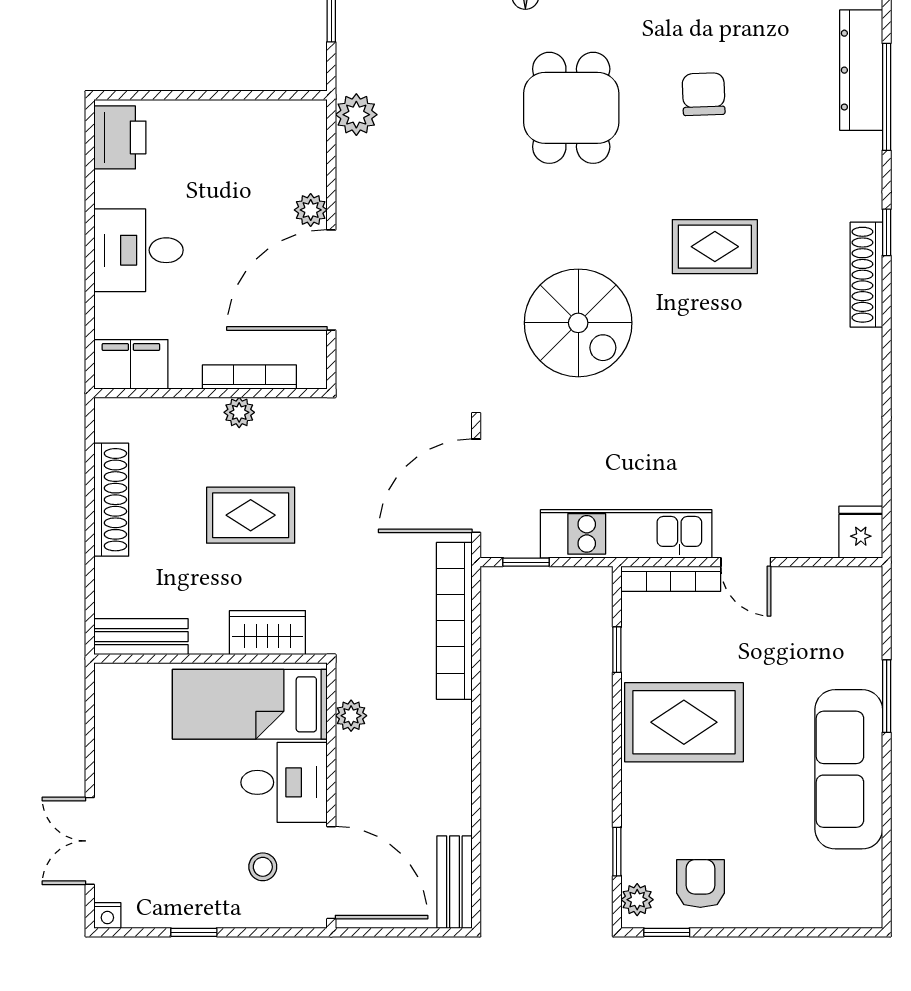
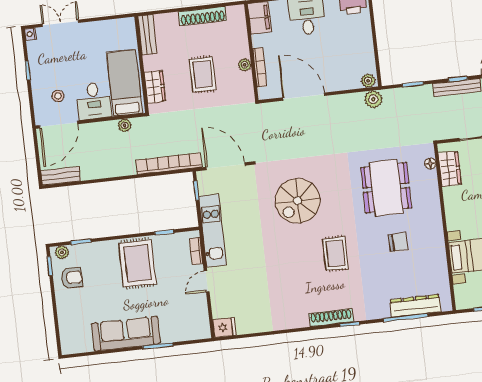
dining table: (571, 108) -> (386, 188), width x1.38
plant: (311, 210) -> (368, 81), moved
bookcase: (671, 579) -> (196, 251), width x0.64

